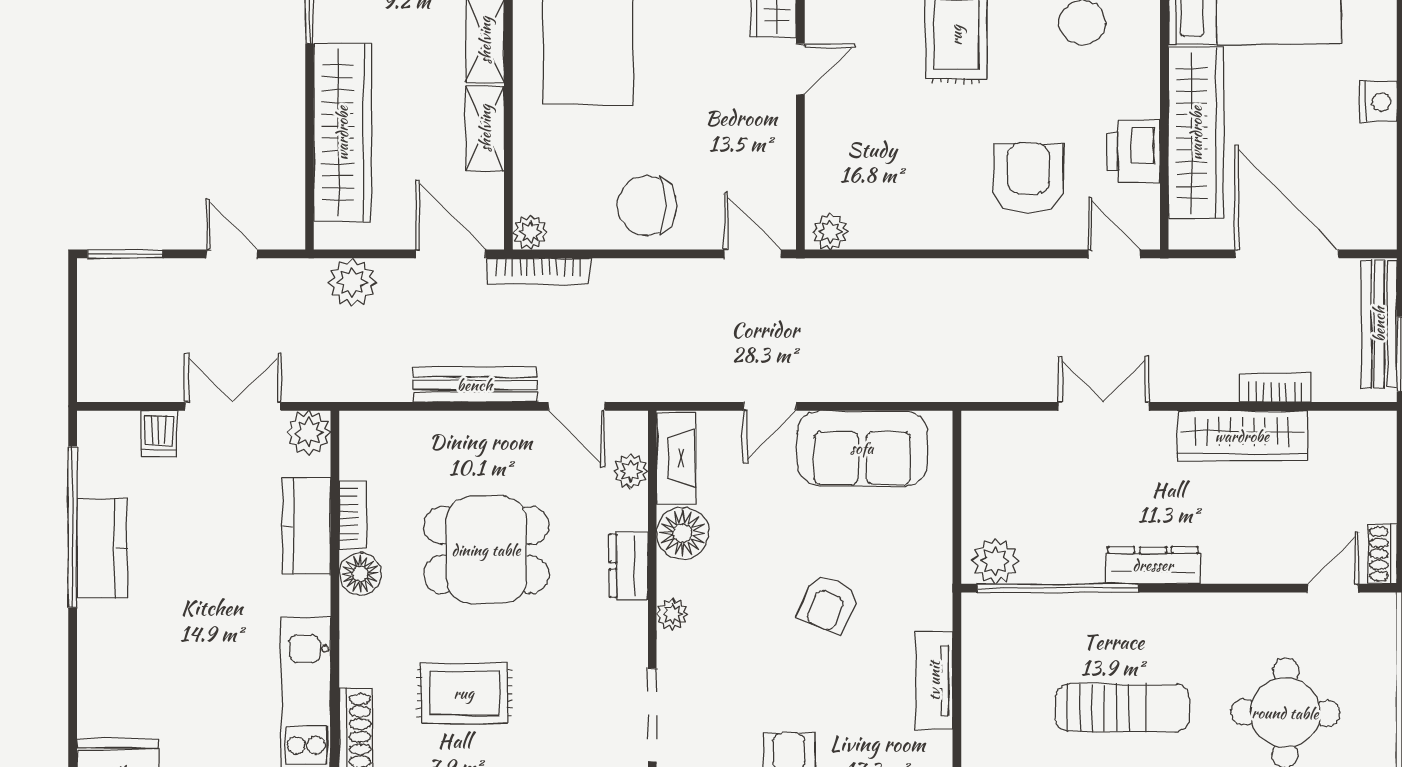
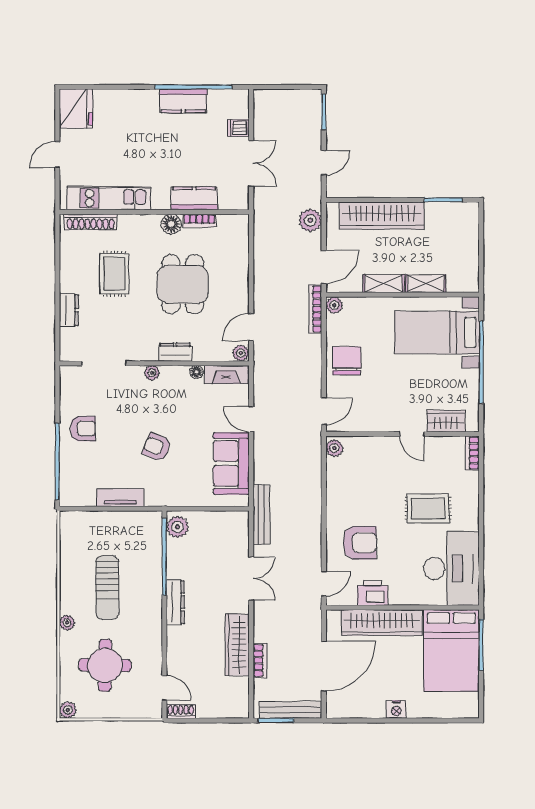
bench: (475, 385) -> (261, 515), moved
plant: (308, 433) -> (239, 199), removed
plant: (631, 471) -> (241, 353), moved
floor lamp: (683, 533) -> (196, 372), width x0.53, depth x0.53

